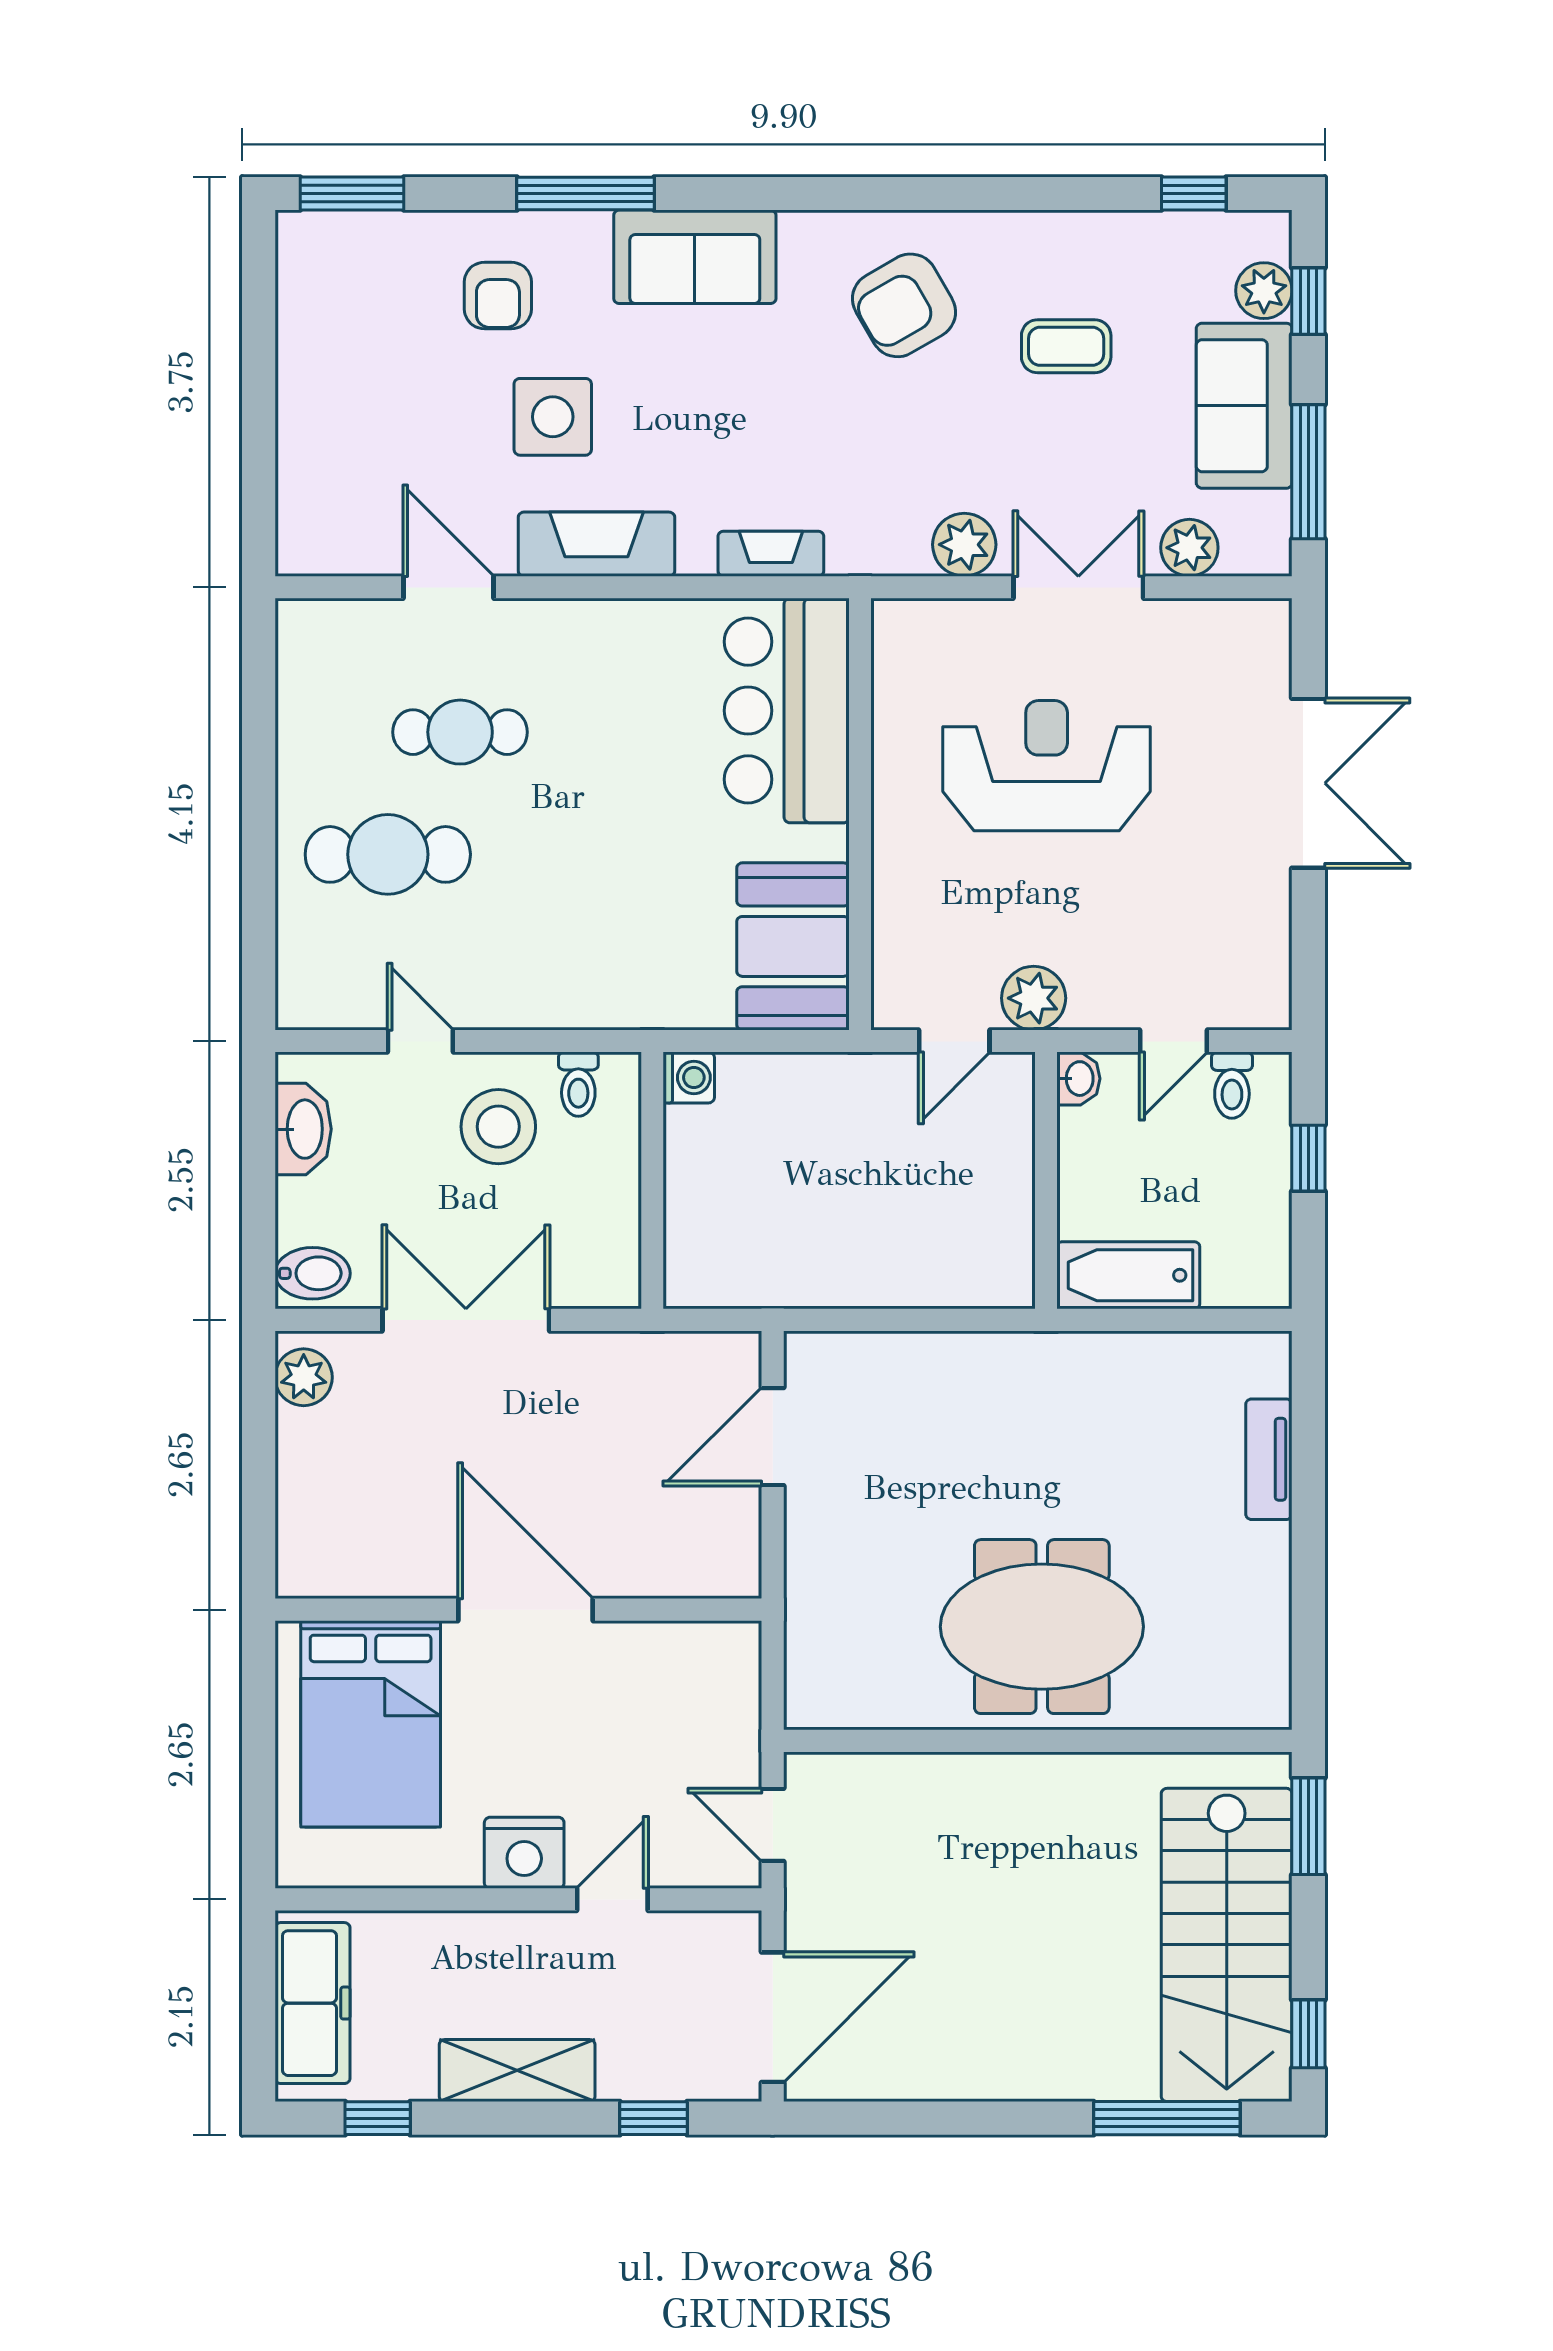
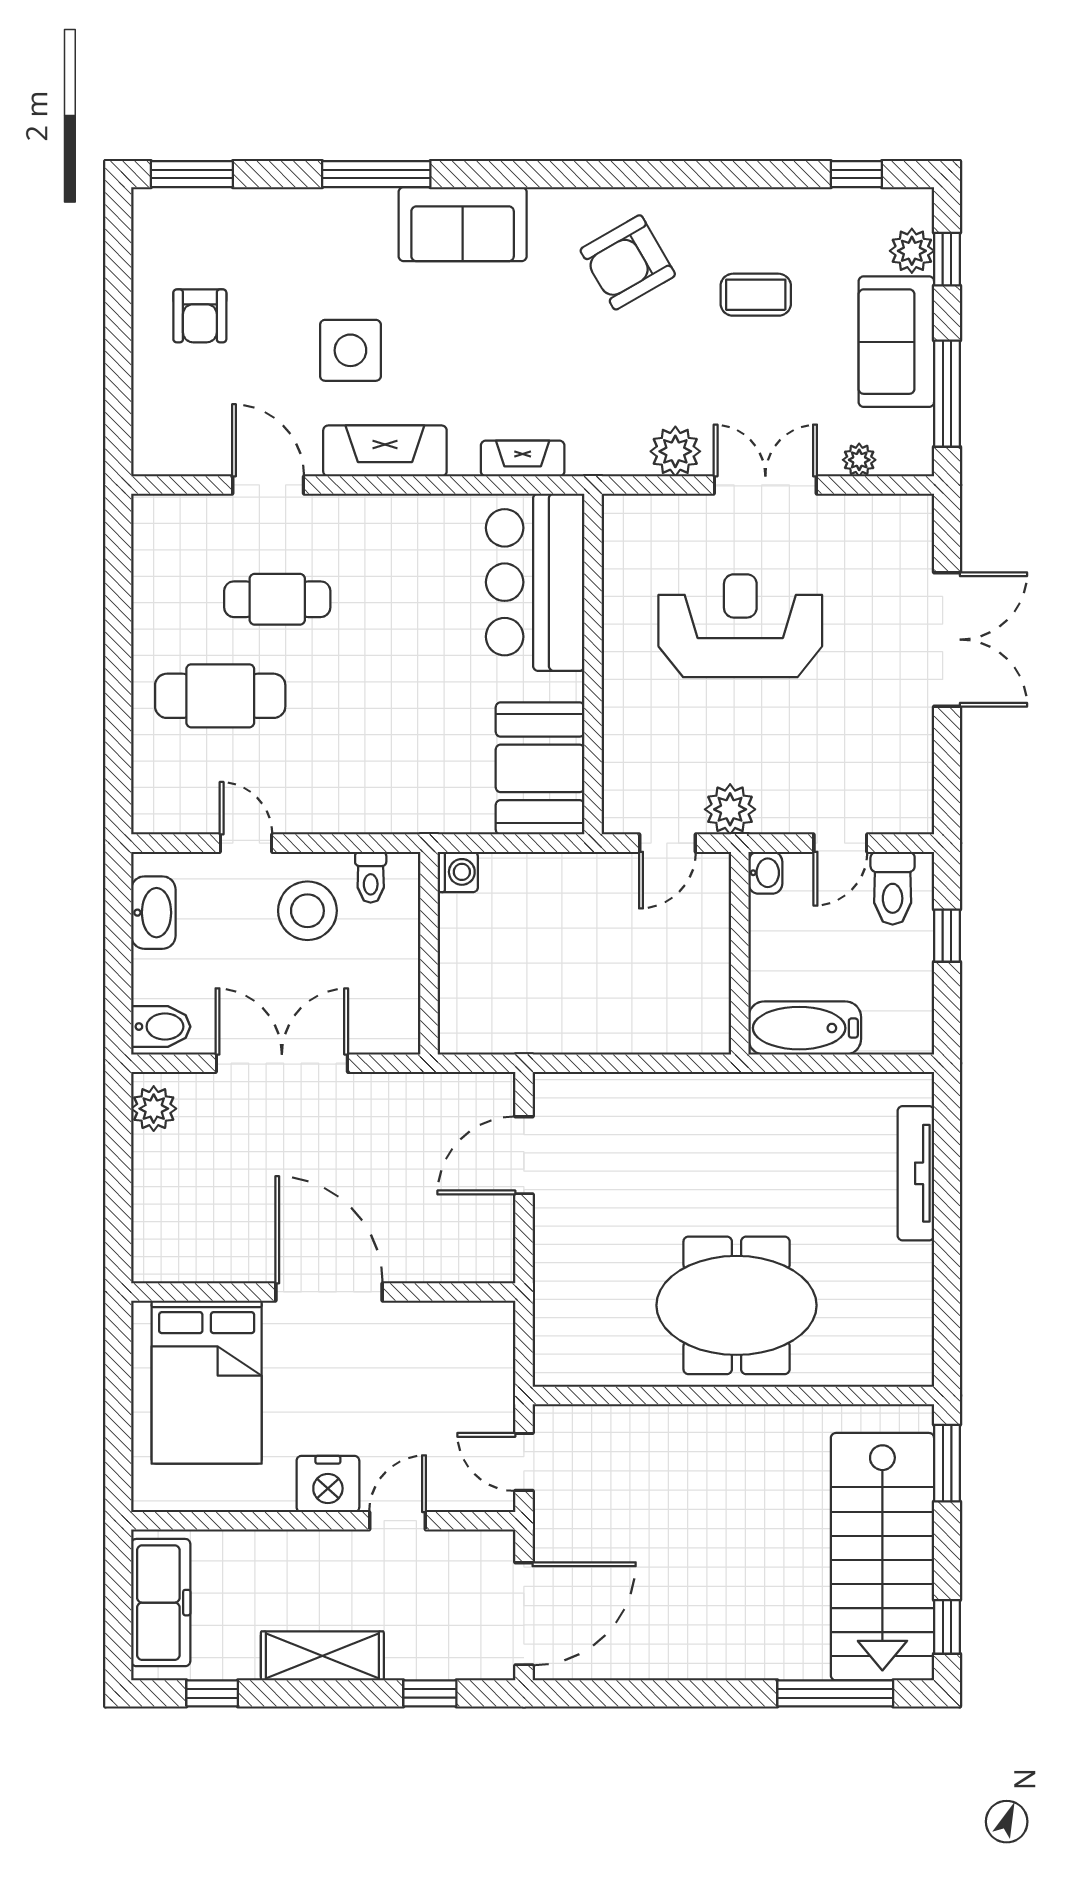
armchair: (498, 296) -> (200, 316), moved
plant: (1189, 548) -> (859, 460), width x0.73, depth x0.73
toilet: (1232, 1085) -> (893, 888), width x1.37, depth x1.39
tv unit: (1269, 1459) -> (916, 1173), width x1.41

